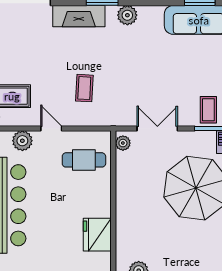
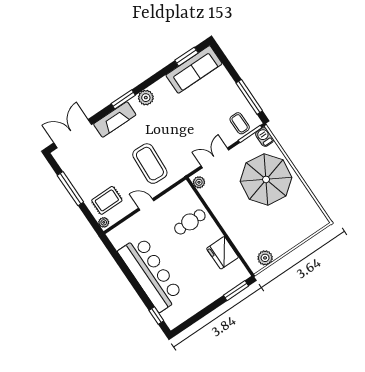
coffee table: (84, 88) -> (150, 164), width x1.86, depth x1.72
plant: (22, 141) -> (133, 225), removed
cafe table: (84, 160) -> (190, 222), moved

